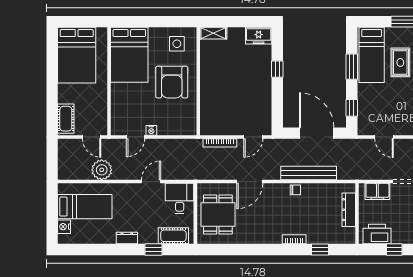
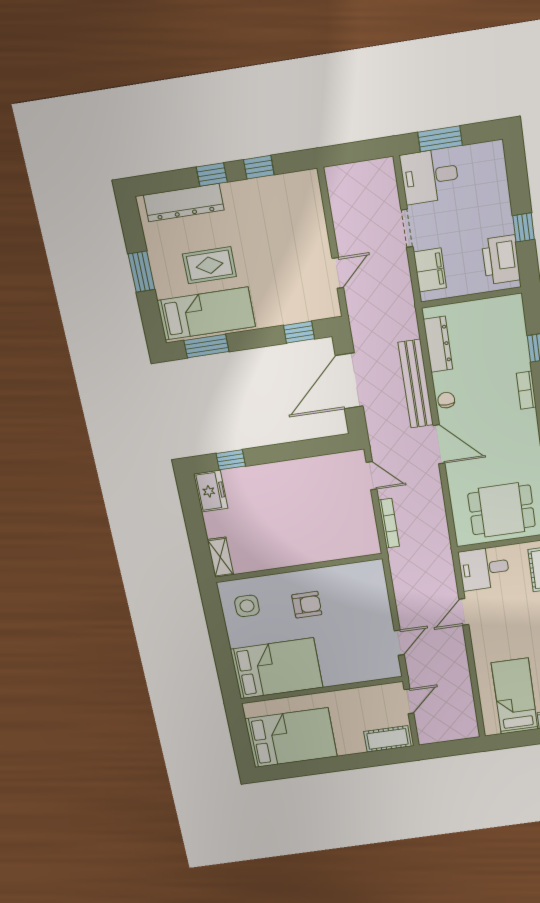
window: (352, 67) -> (206, 346), moved
window: (277, 69) -> (231, 460), moved
armchair: (172, 82) -> (307, 605), width x0.53, depth x0.53
nightstand: (151, 130) -> (386, 623), removed
door: (136, 137) -> (399, 643), hinge flipped
plant: (102, 170) -> (456, 681), removed
door: (151, 182) -> (464, 612), hinge flipped
door: (250, 182) -> (439, 444), moved
dresser: (349, 210) -> (438, 344), moved, turned -90

